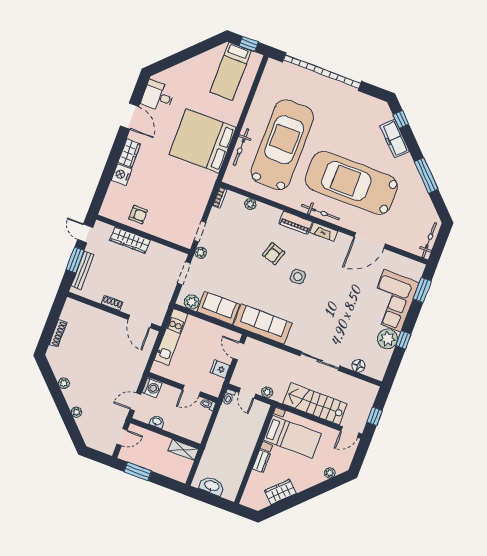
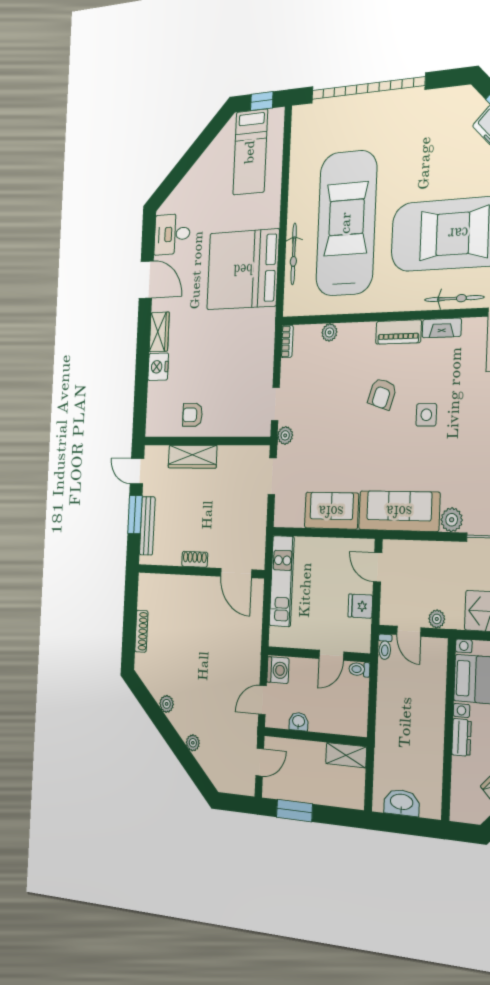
bicycle: (320, 212) -> (454, 299), moved
armchair: (138, 215) -> (192, 415), turned 180
plant: (192, 302) -> (452, 520), moved

